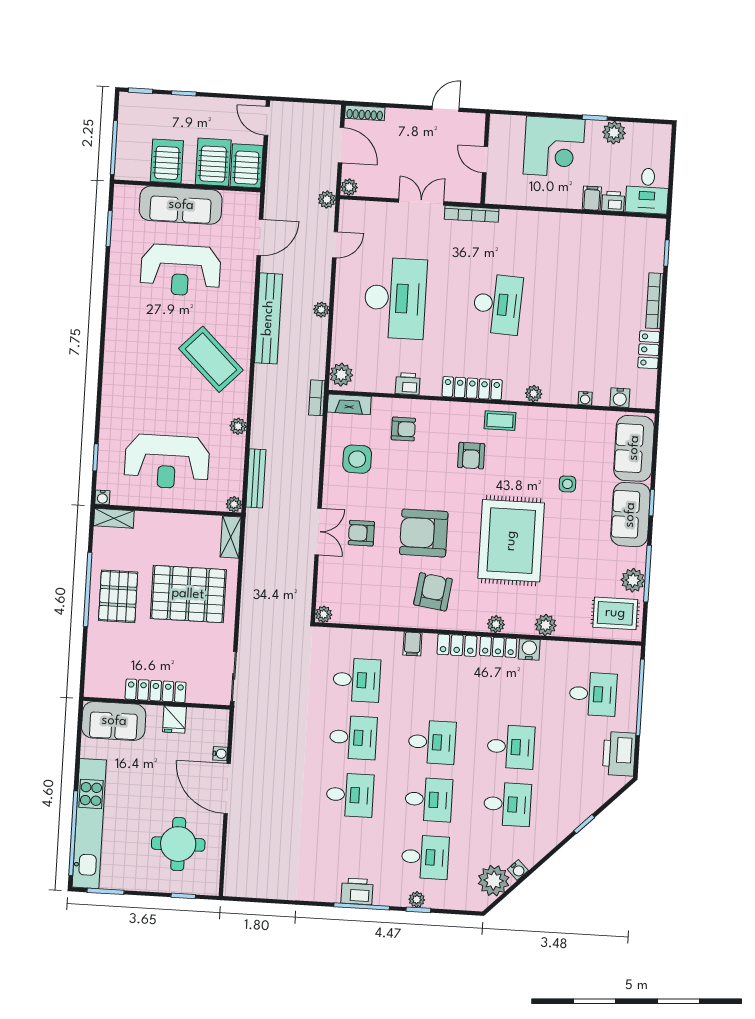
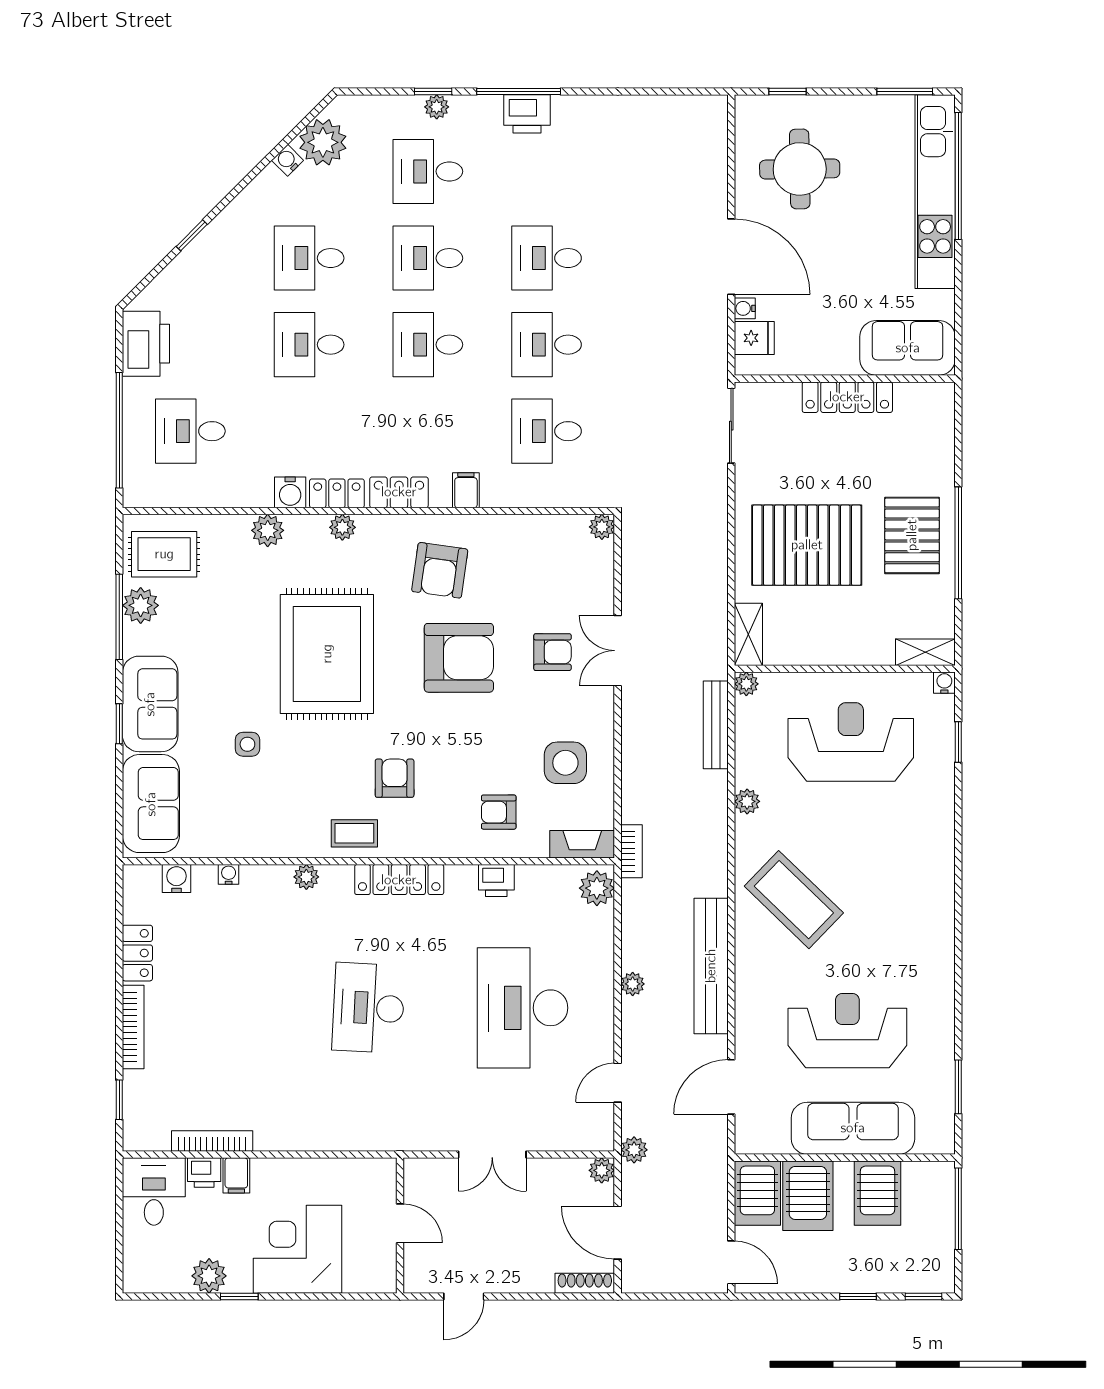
bookcase: (472, 214) -> (212, 1141), moved
fridge: (174, 719) -> (754, 338), moved, turned 90

